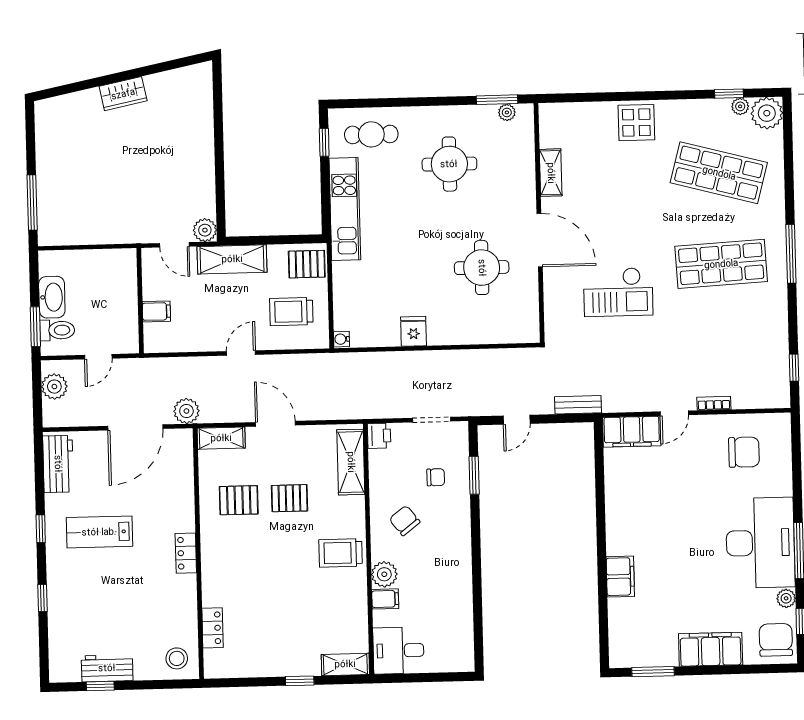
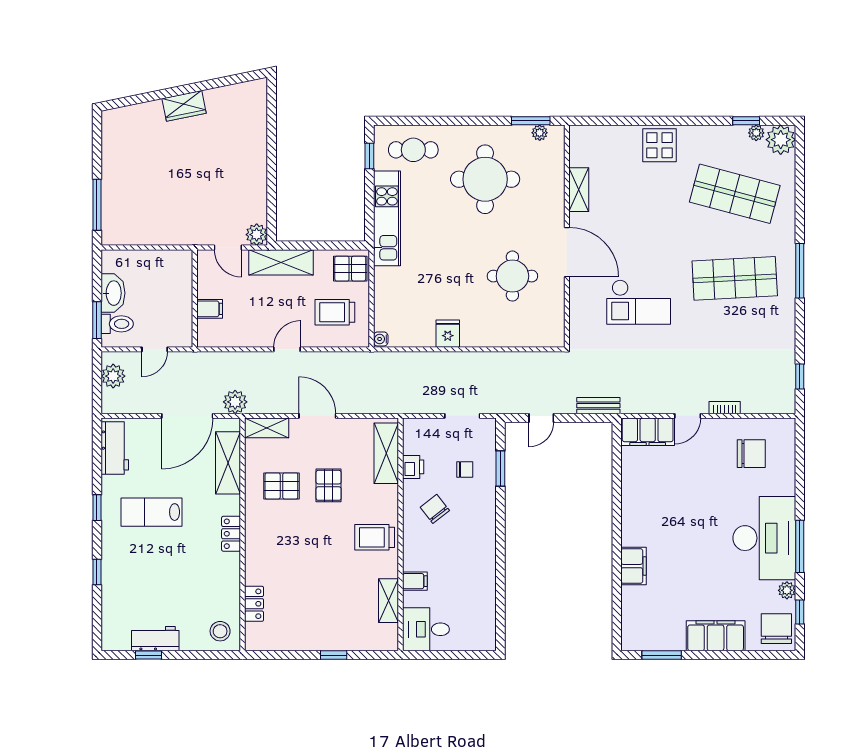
round table: (449, 164) -> (485, 179), width x1.36, depth x1.36
printer: (379, 436) -> (413, 467), moved
shelving: (180, 477) -> (228, 463), added
pallet: (289, 498) -> (329, 485), turned 90
plant: (384, 574) -> (415, 558), removed
shelving: (345, 664) -> (389, 601), moved, turned 90

